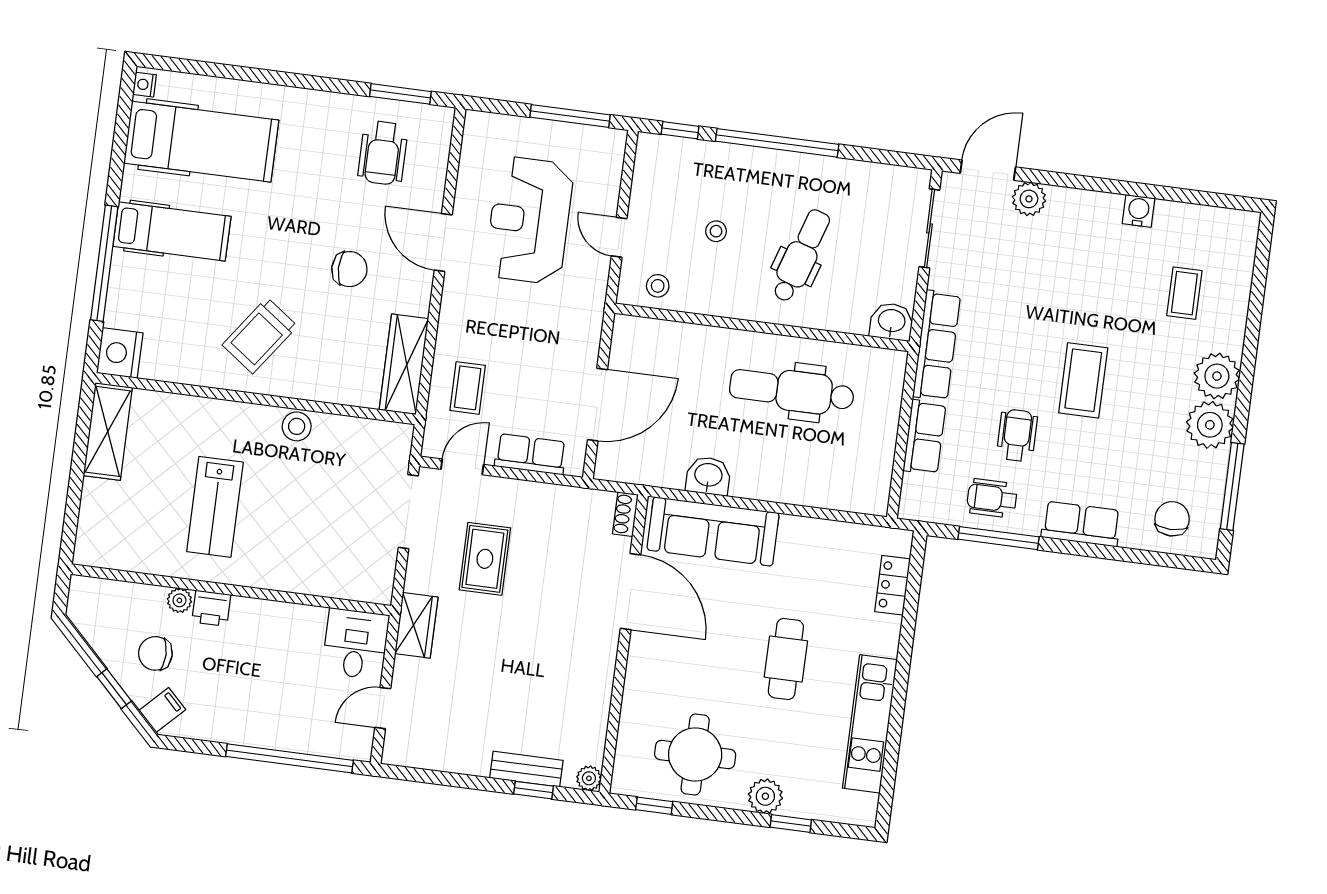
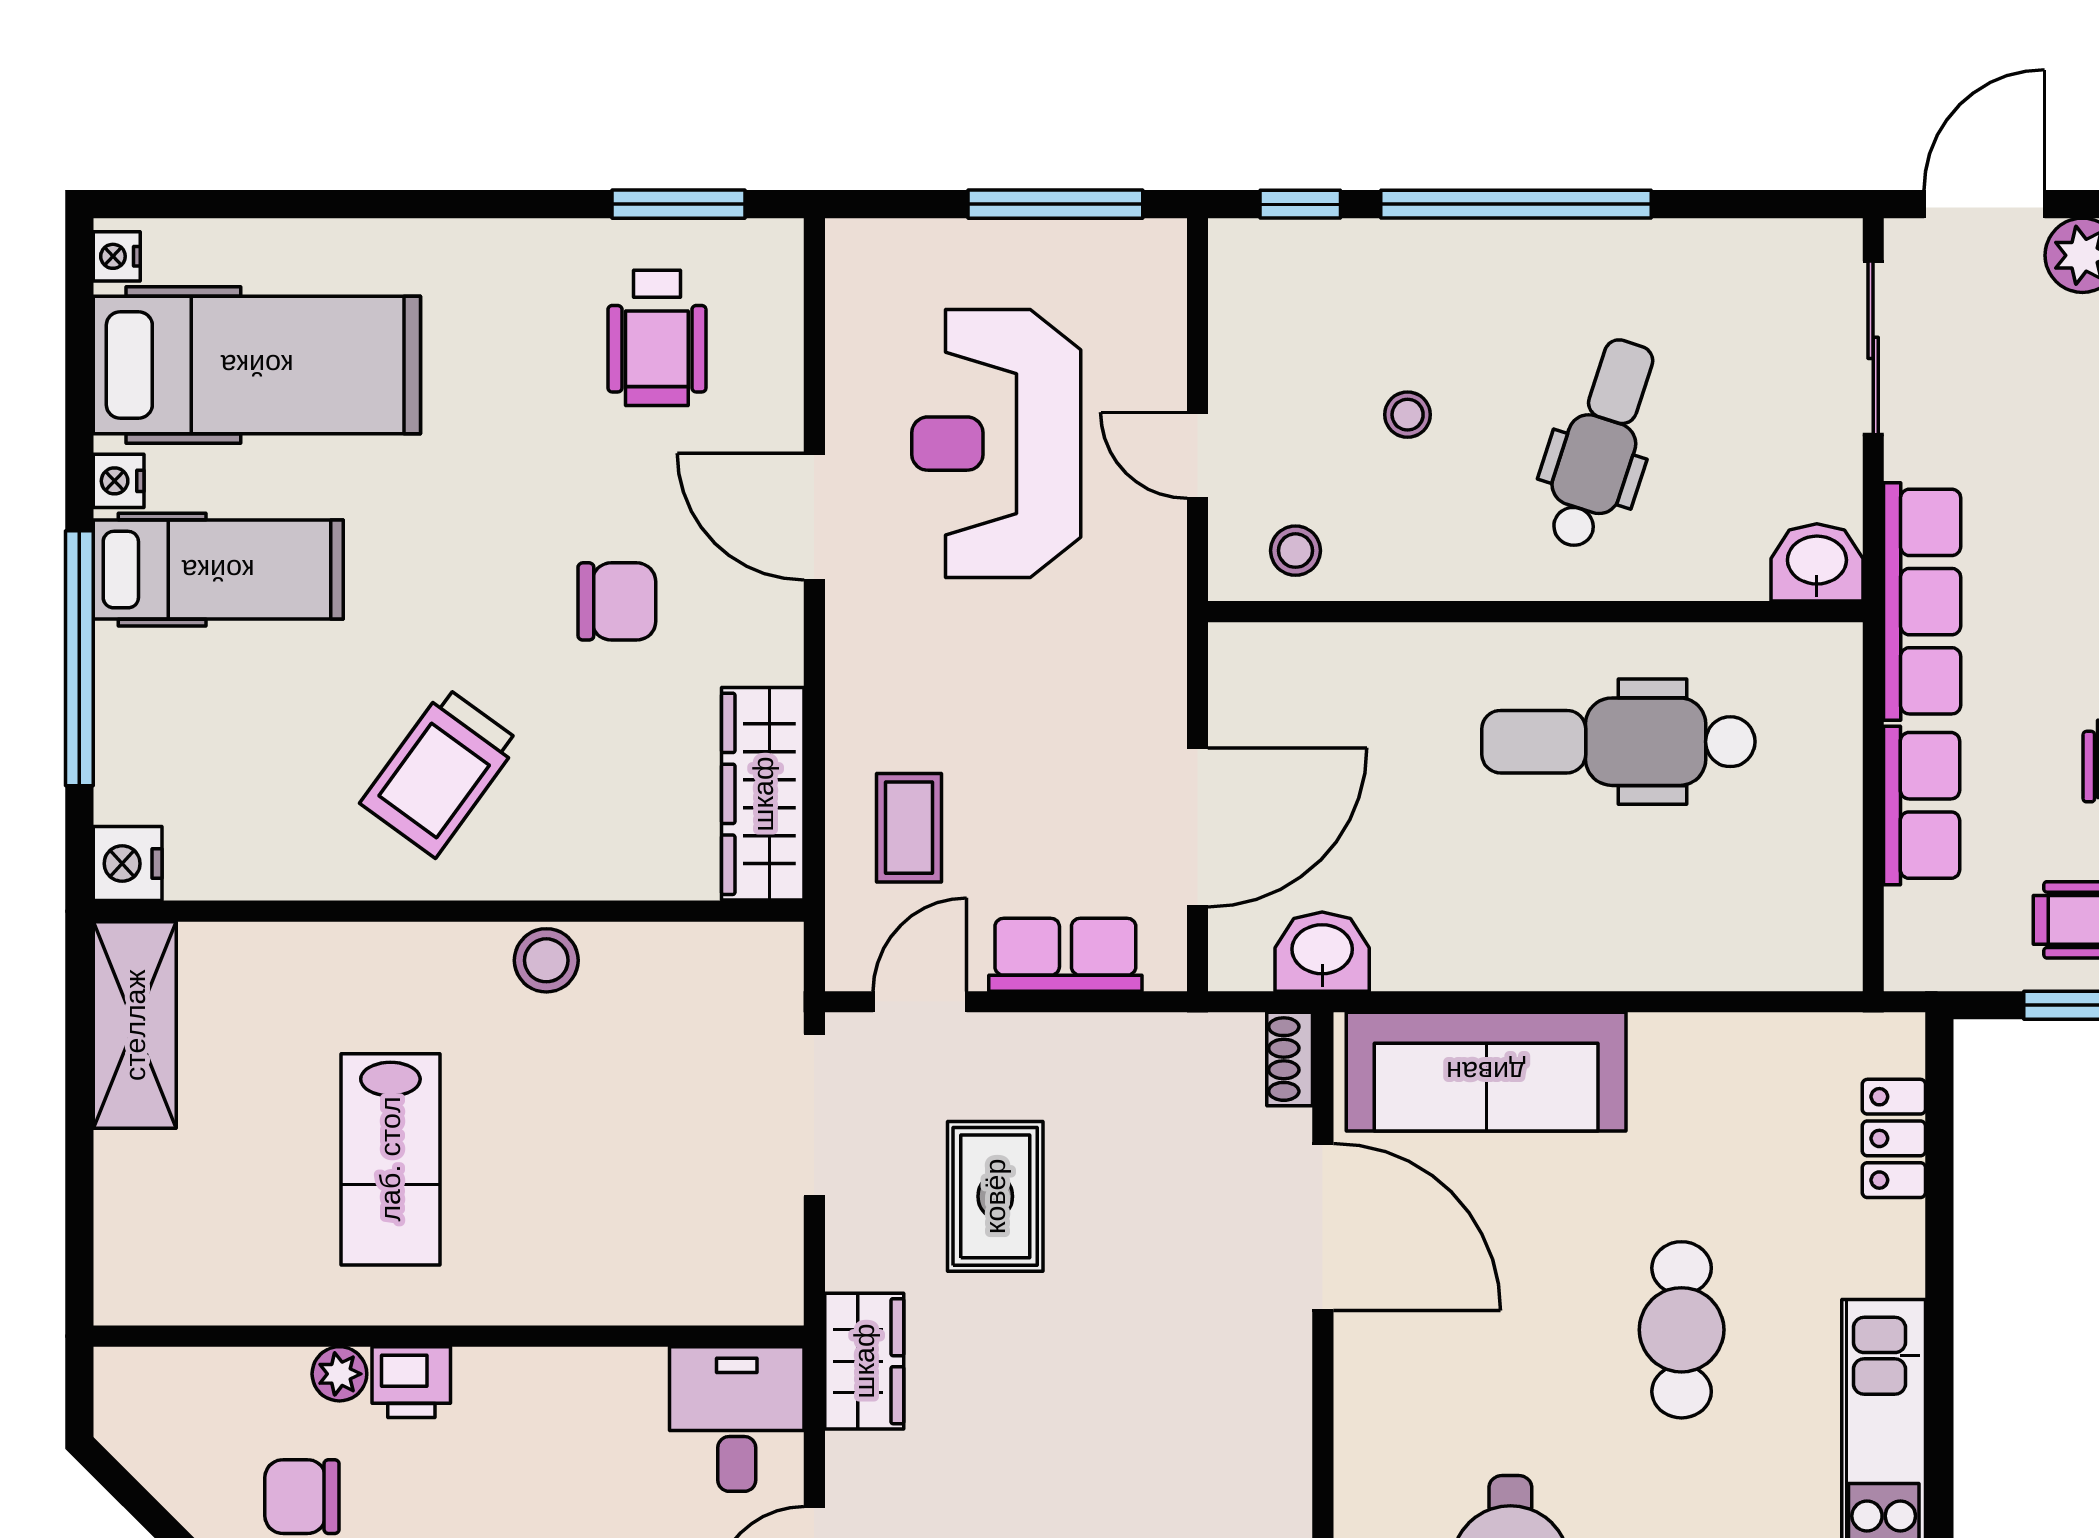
nightstand: (132, 186) -> (119, 481), added
nightstand: (120, 353) -> (128, 864), width x0.74, depth x0.75
washbasin: (708, 476) -> (1322, 952), moved

